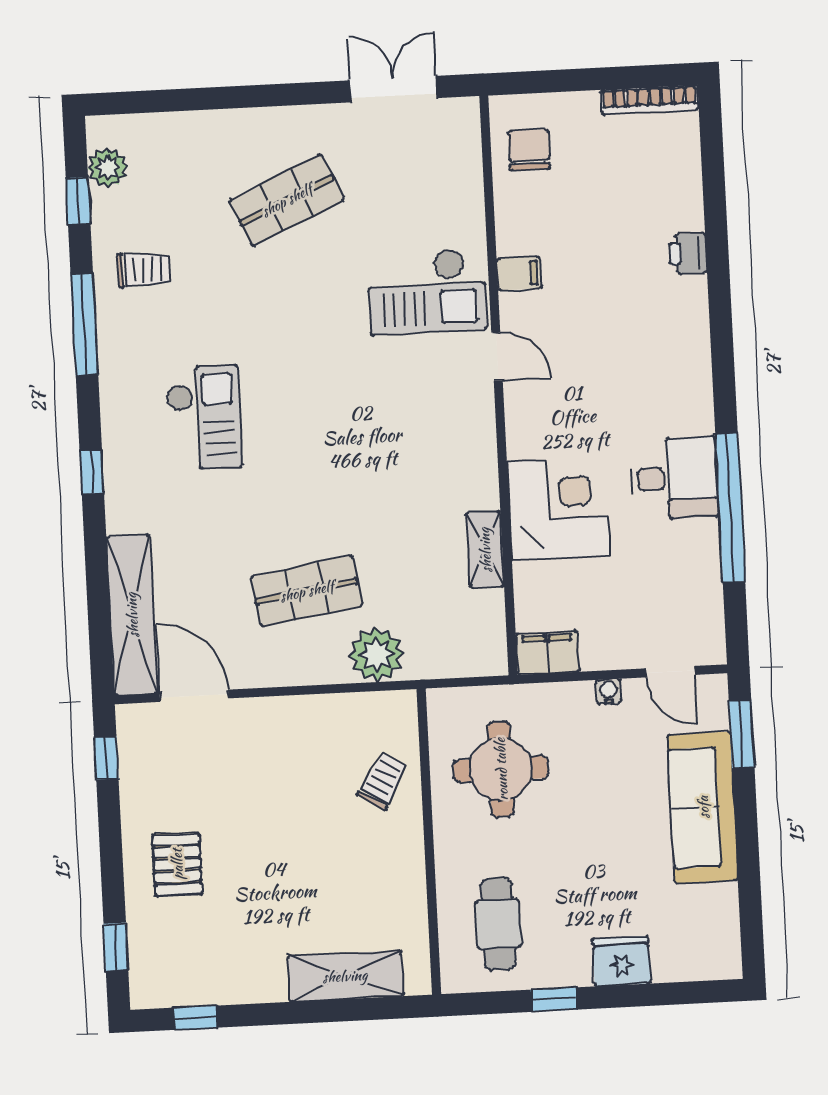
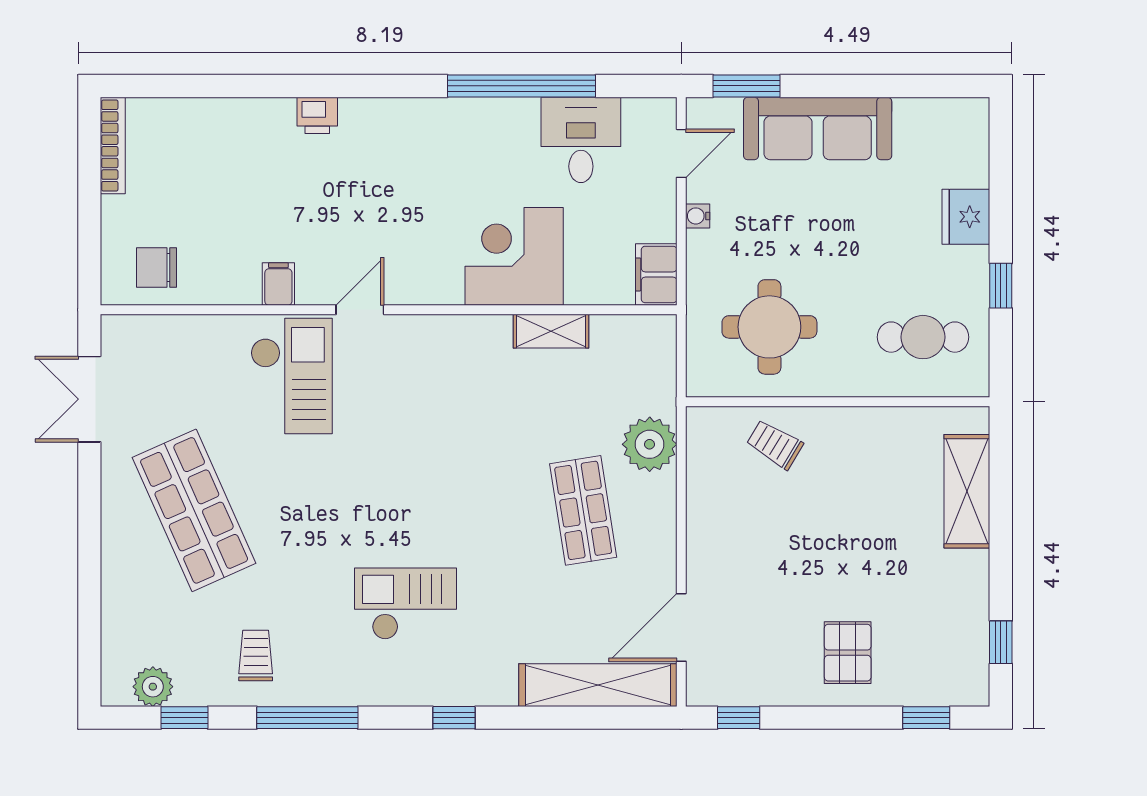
shop shelf: (287, 200) -> (194, 510), width x1.43, depth x1.36
printer: (688, 253) -> (317, 115), moved
desk: (674, 478) -> (581, 140), moved
pallet: (177, 864) -> (848, 653), turned 90

